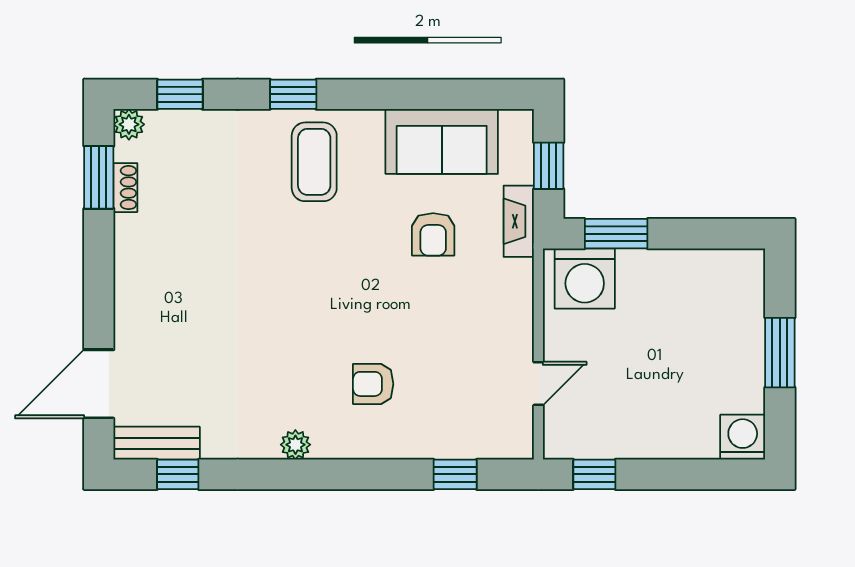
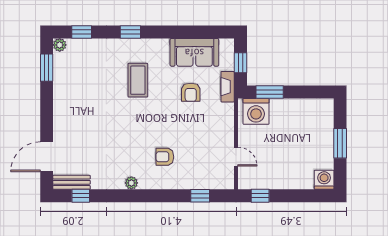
coffee table: (314, 162) -> (138, 80), moved
shoe rack: (125, 188) -> (58, 72), removed
door: (538, 384) -> (236, 157), hinge flipped

